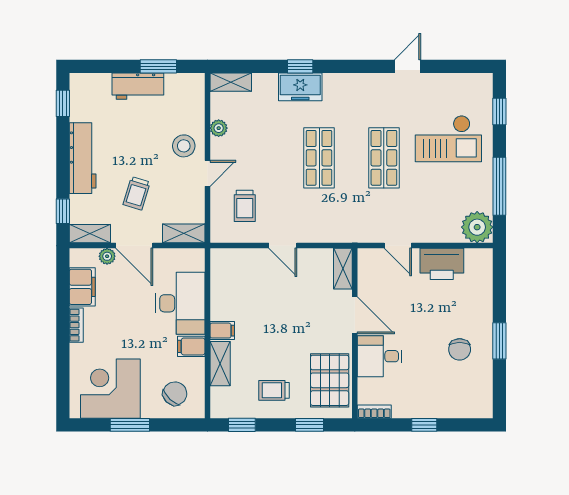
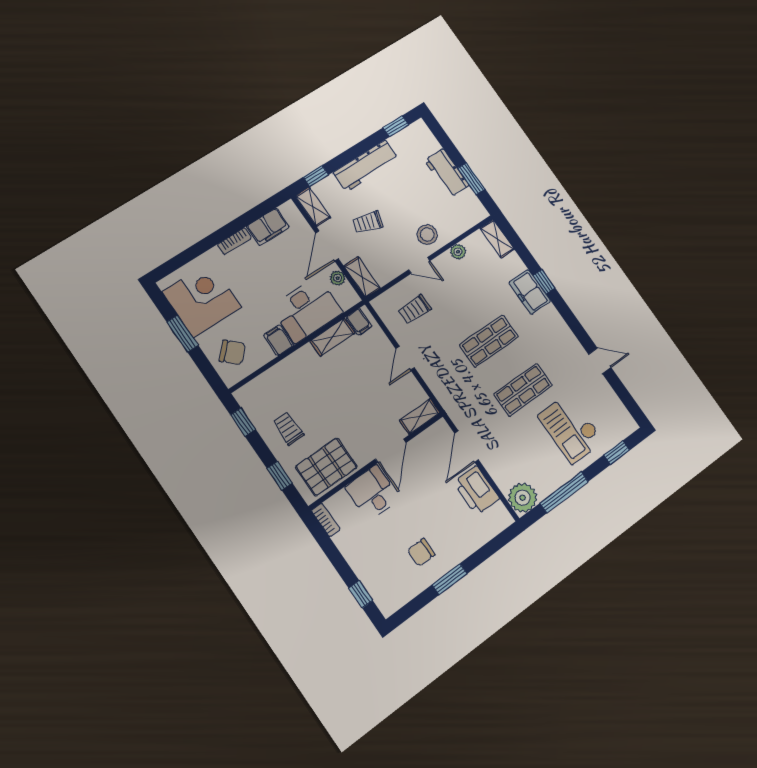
door: (398, 246) -> (466, 447), width x1.38
plant: (107, 256) -> (338, 278), moved
filing cabinet: (222, 331) -> (359, 322), moved
shelving: (220, 364) -> (332, 337), moved
window: (424, 425) -> (361, 594), moved

